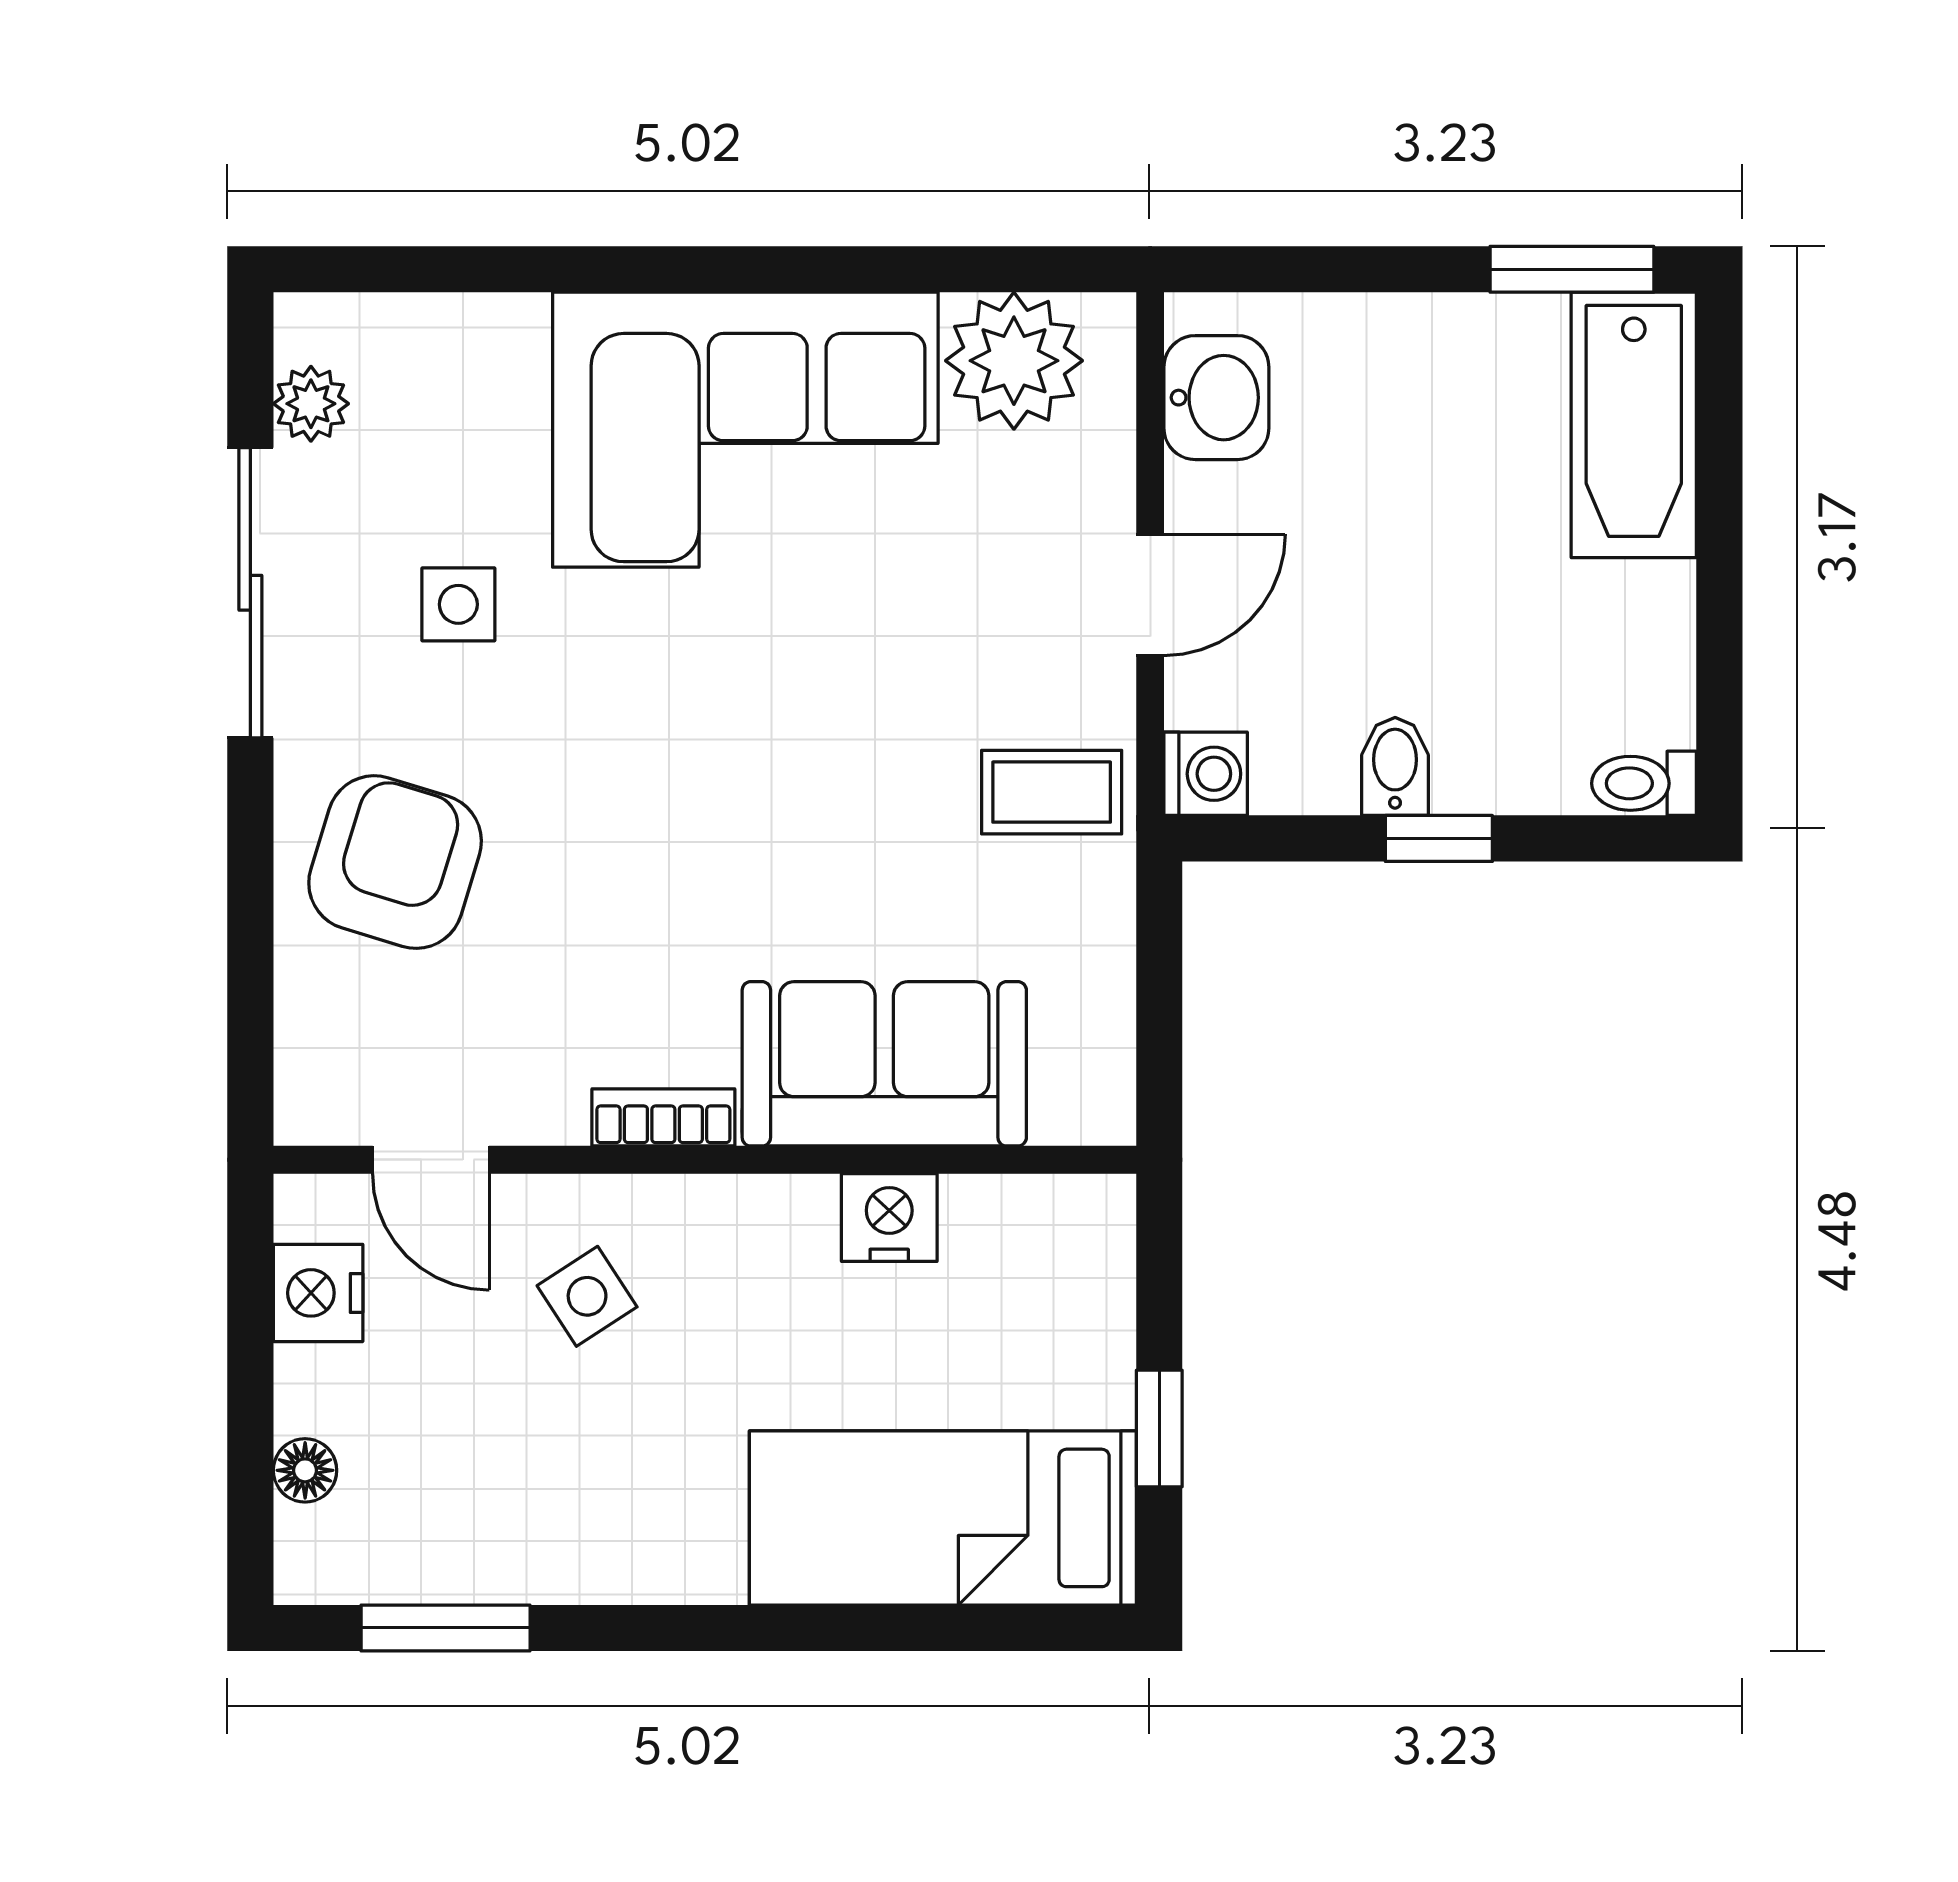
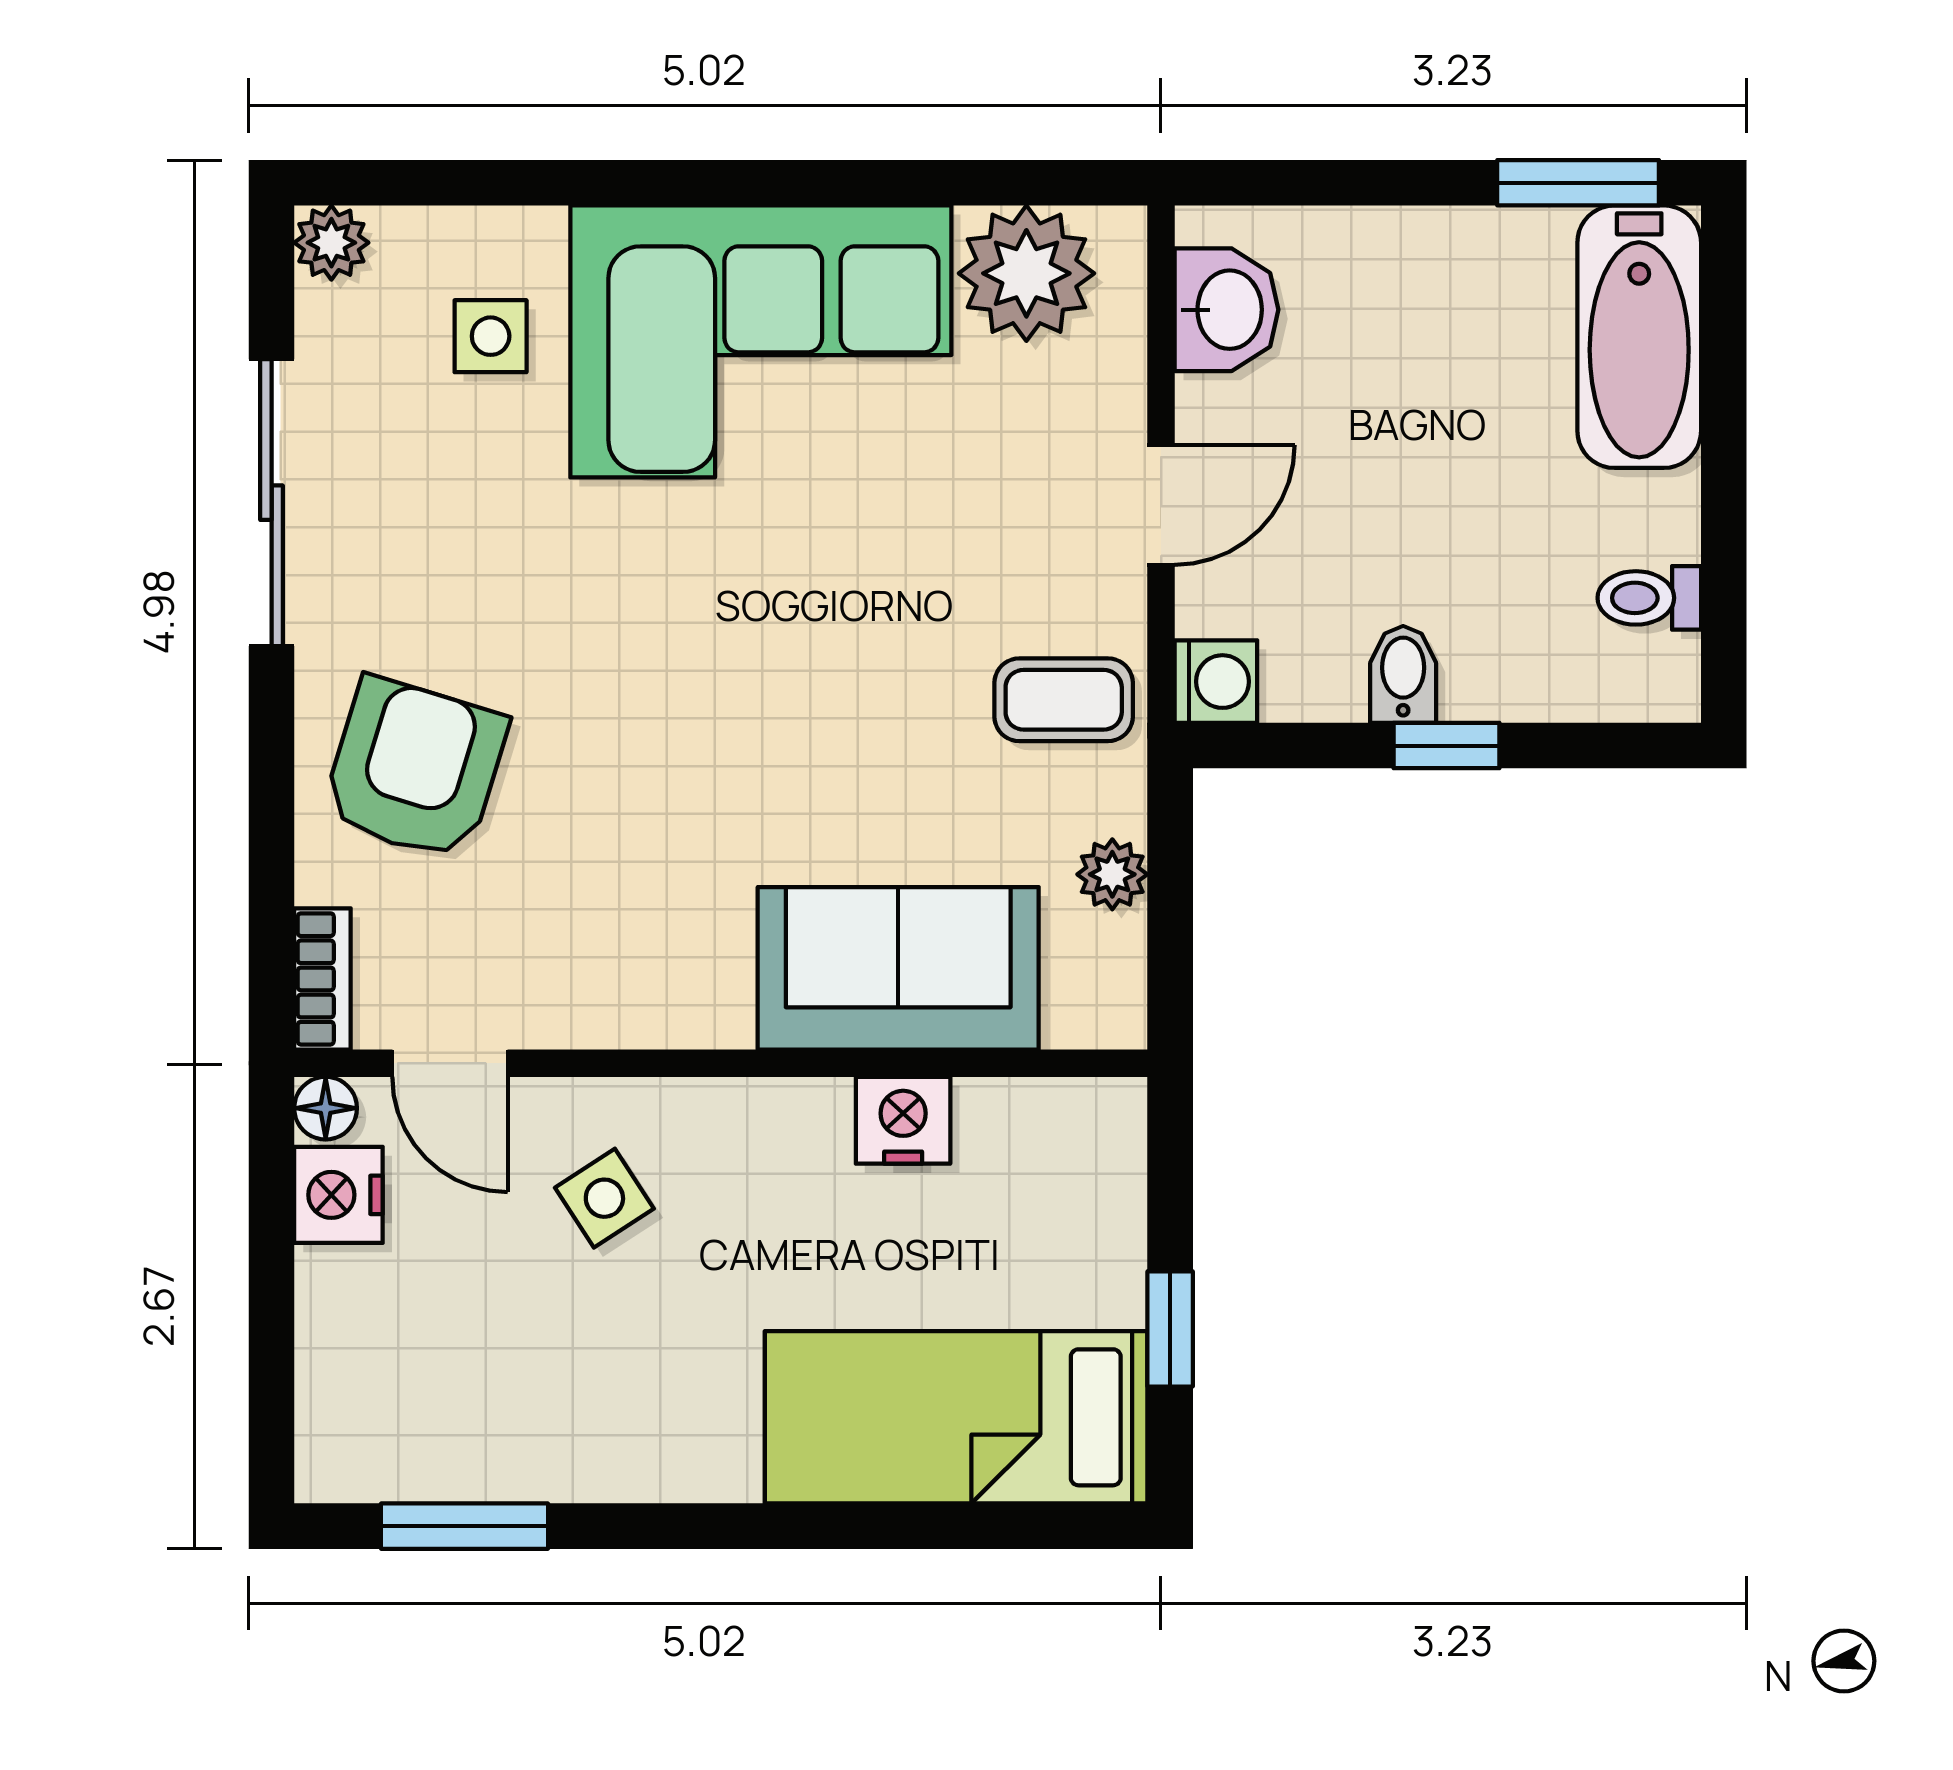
plant: (311, 404) -> (331, 243), moved
side table: (458, 604) -> (491, 336), moved
toilet: (1644, 783) -> (1649, 598), moved
plant: (1101, 969) -> (1112, 874), added
bookcase: (663, 1117) -> (322, 979), moved, turned 90
floor lamp: (305, 1470) -> (326, 1108), moved

